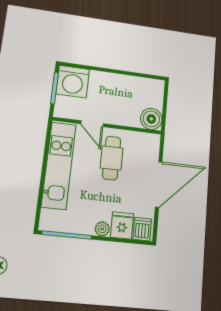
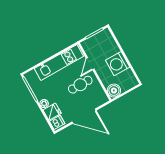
washing machine: (73, 82) -> (118, 64), moved

